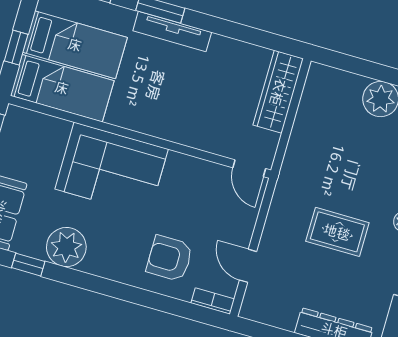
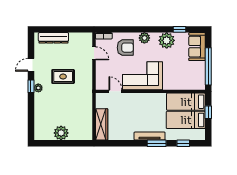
door: (249, 168) -> (115, 91), moved
corner sofa: (112, 169) -> (142, 76), moved
plant: (117, 268) -> (144, 38), added

